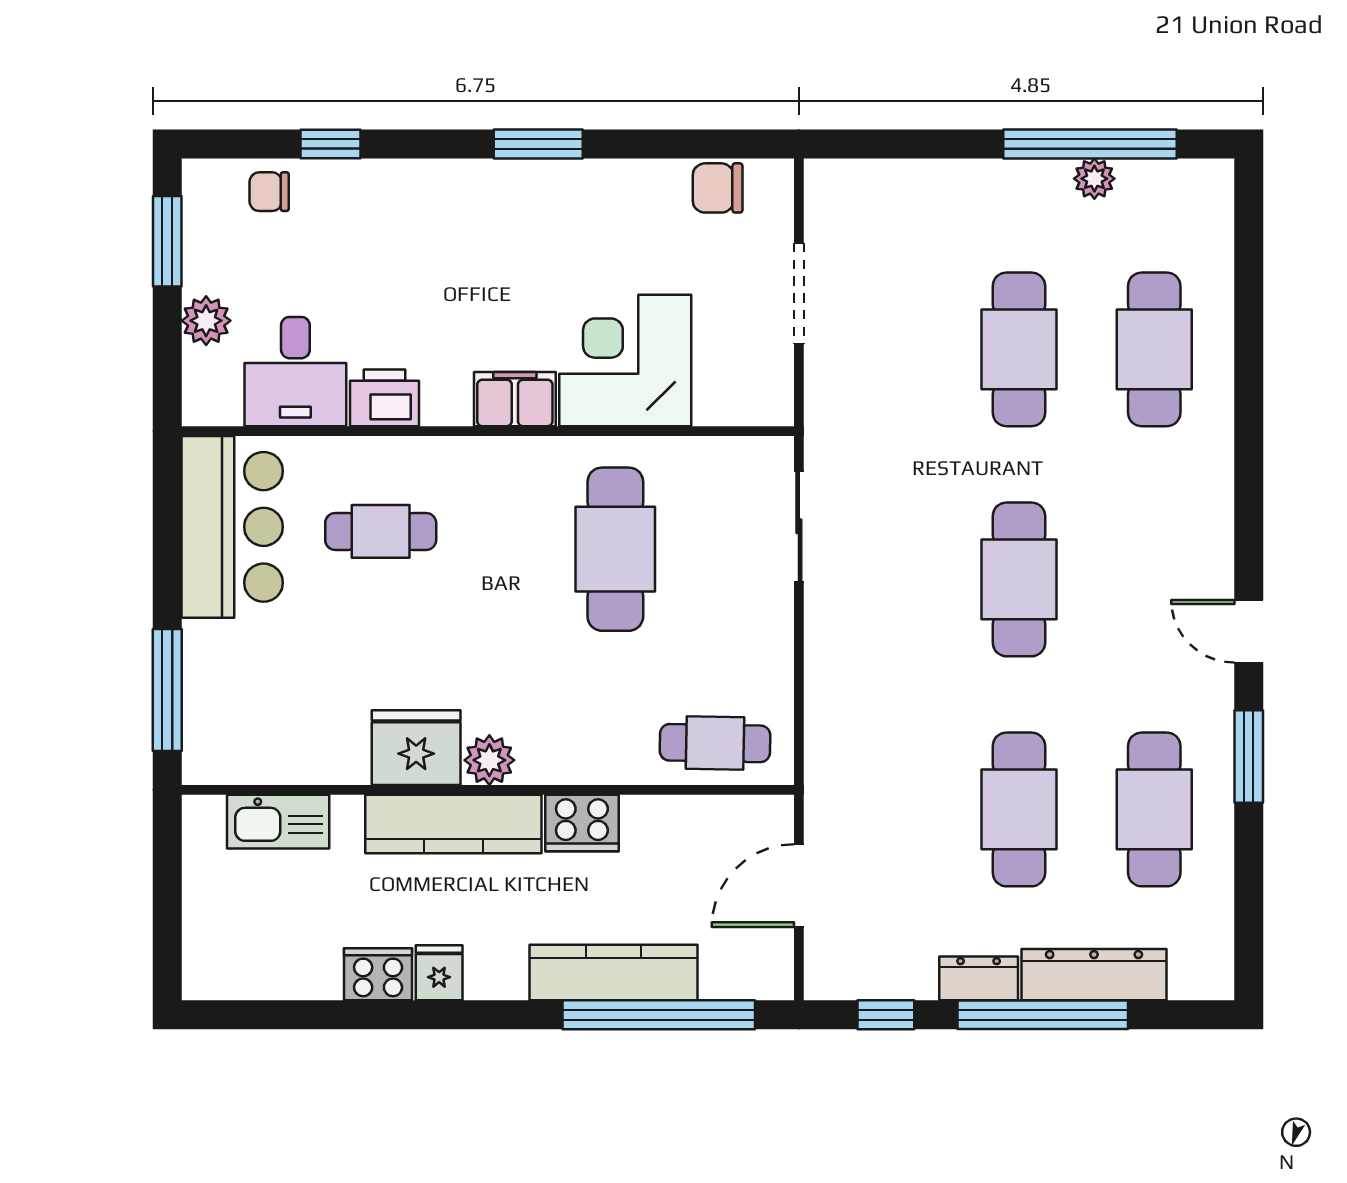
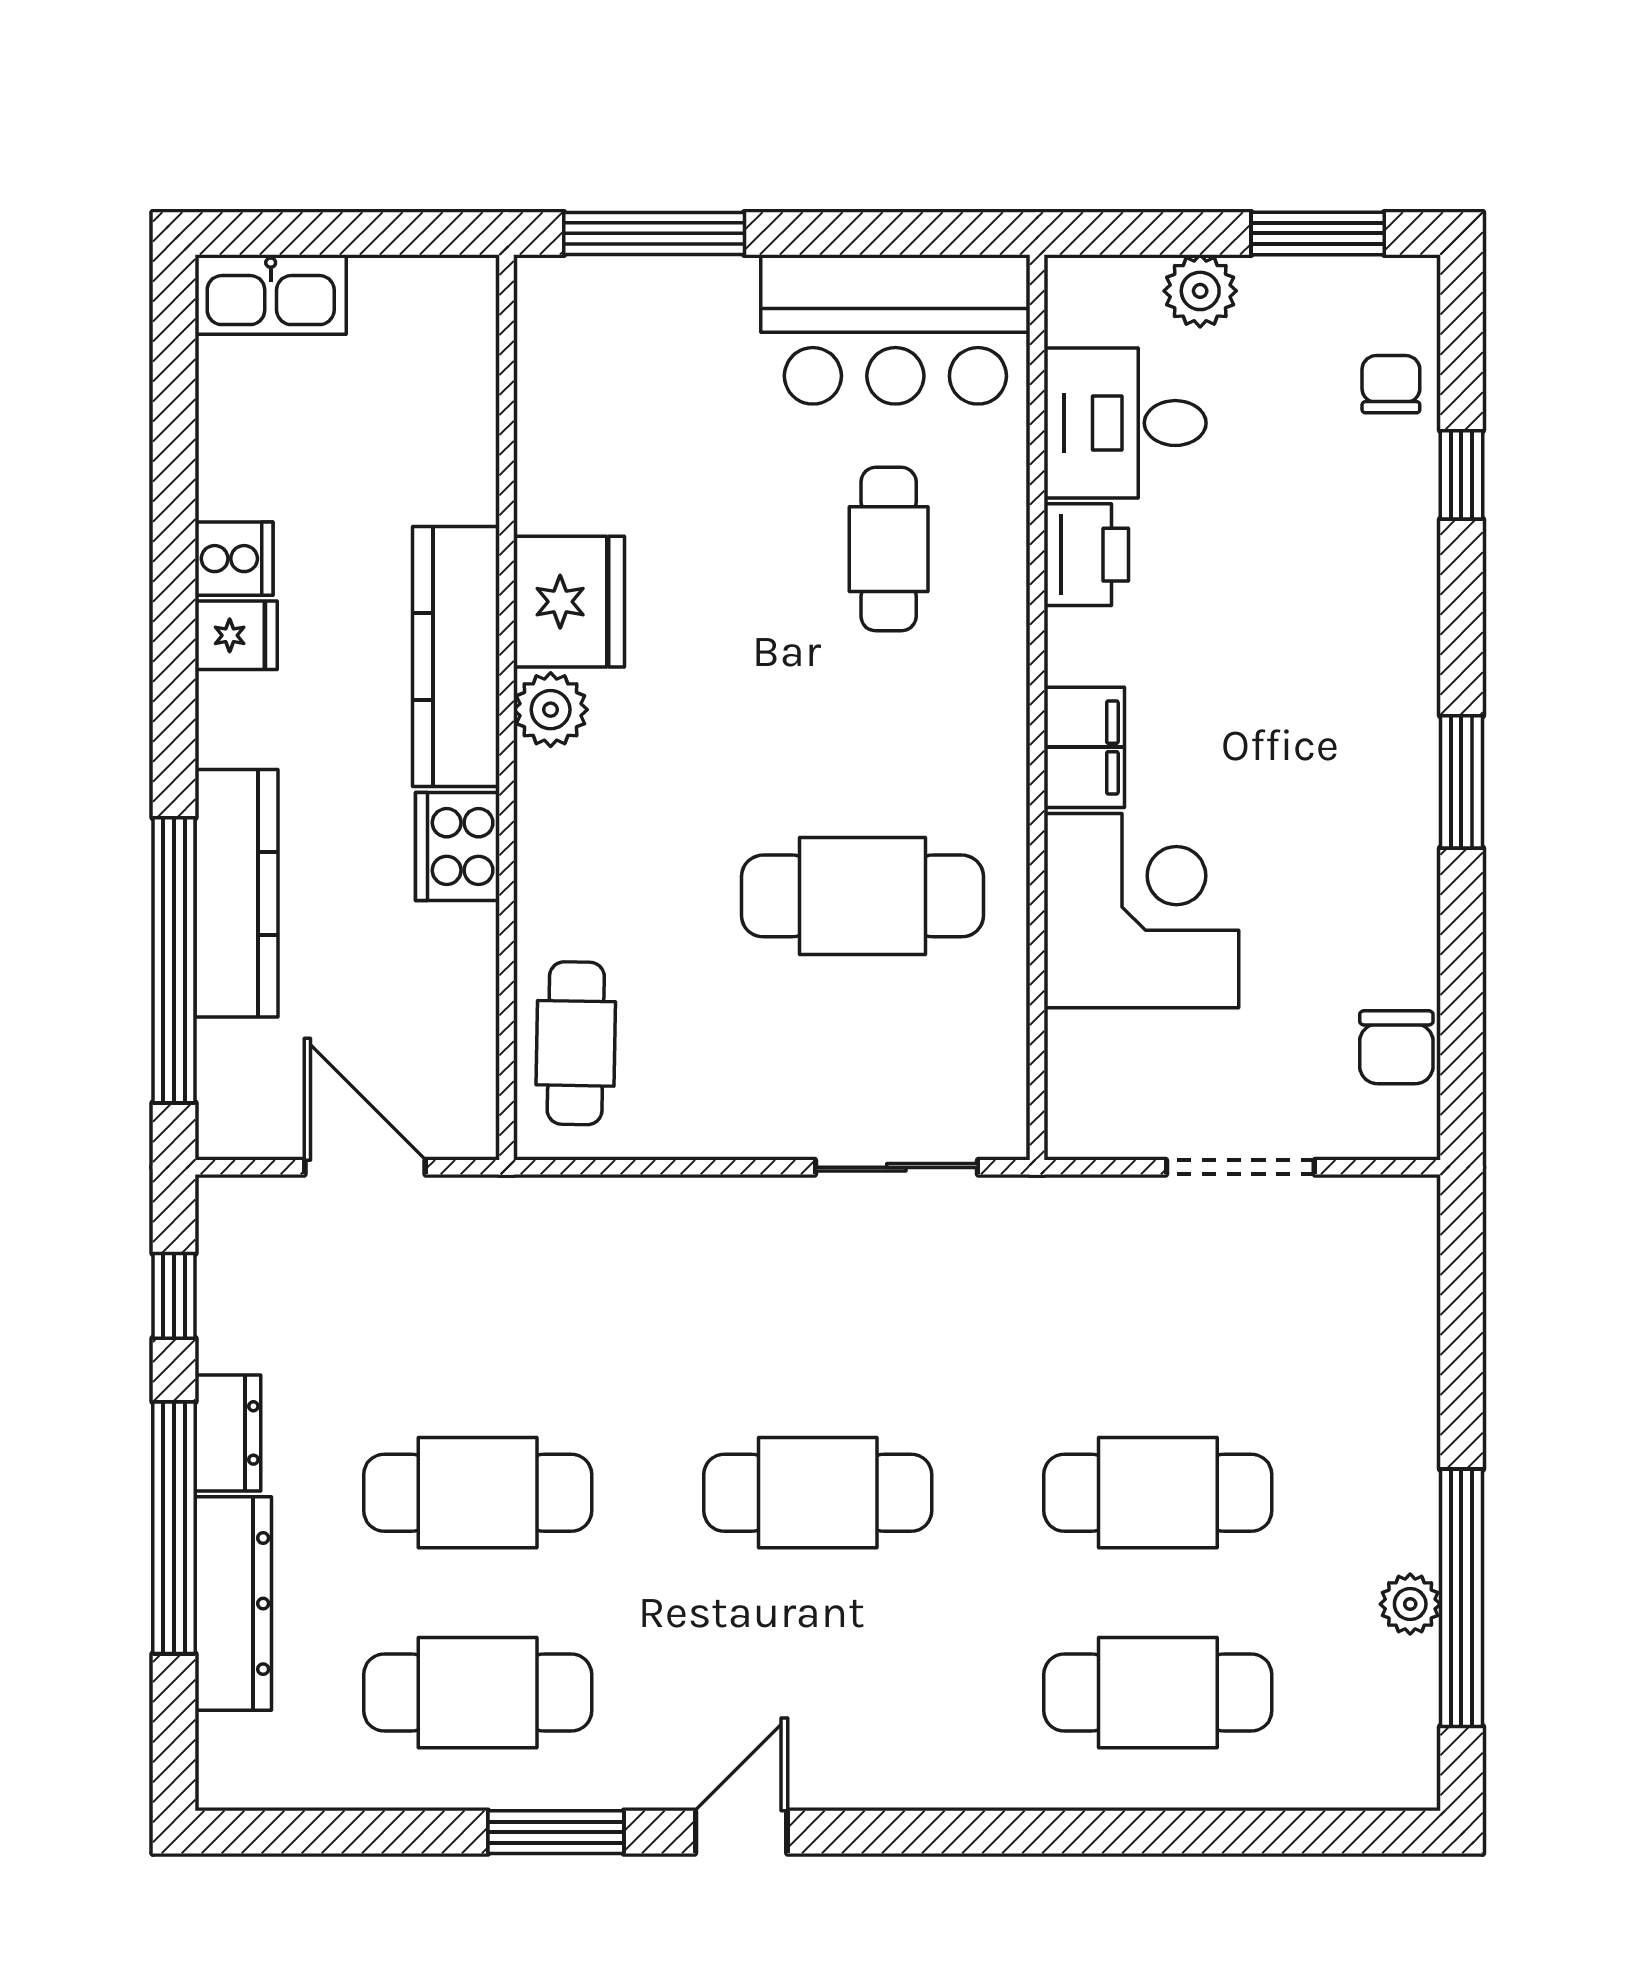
chair: (718, 188) -> (1396, 1047), turned 180
kitchen sink: (278, 822) -> (271, 294), moved, turned -90
cooker: (378, 974) -> (234, 559), width x0.73

